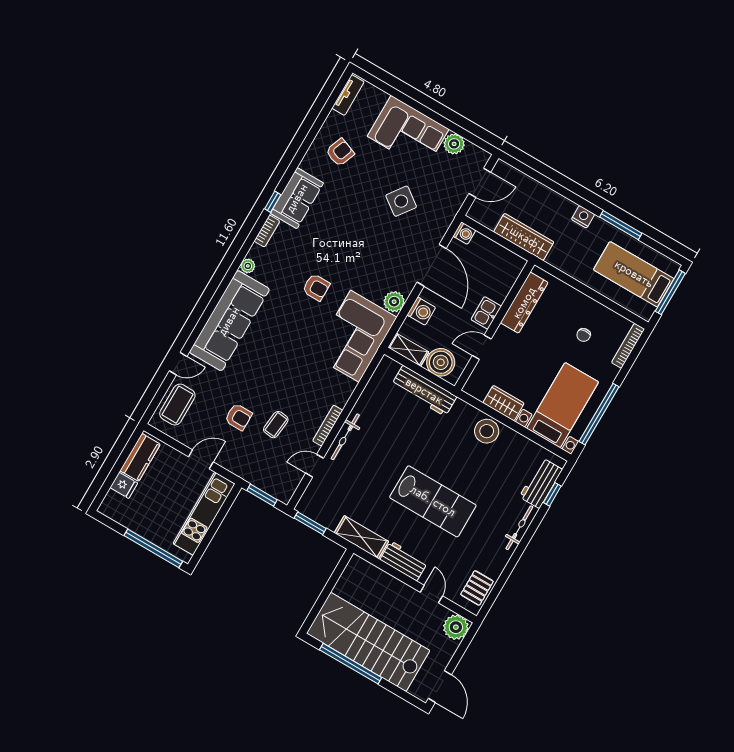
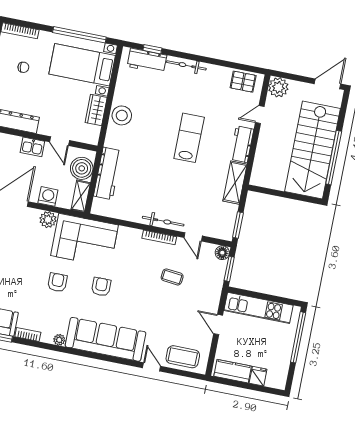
armchair: (238, 417) -> (101, 287), moved
floor lamp: (284, 494) -> (222, 253), added
lab bench: (433, 501) -> (189, 138), width x0.73, depth x0.72

